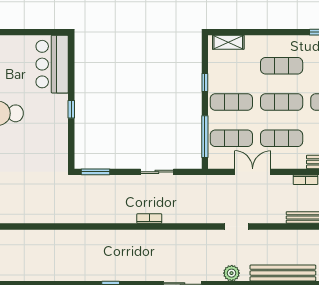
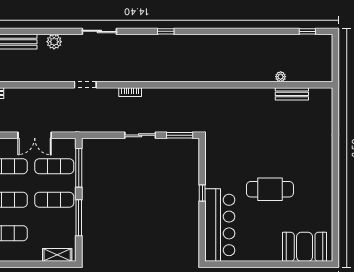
bar counter: (52, 64) -> (220, 225), width x1.36
window: (205, 82) -> (79, 218), width x2.17
sliding door: (157, 172) -> (140, 135), moved
doorway: (237, 226) -> (85, 85), moved

